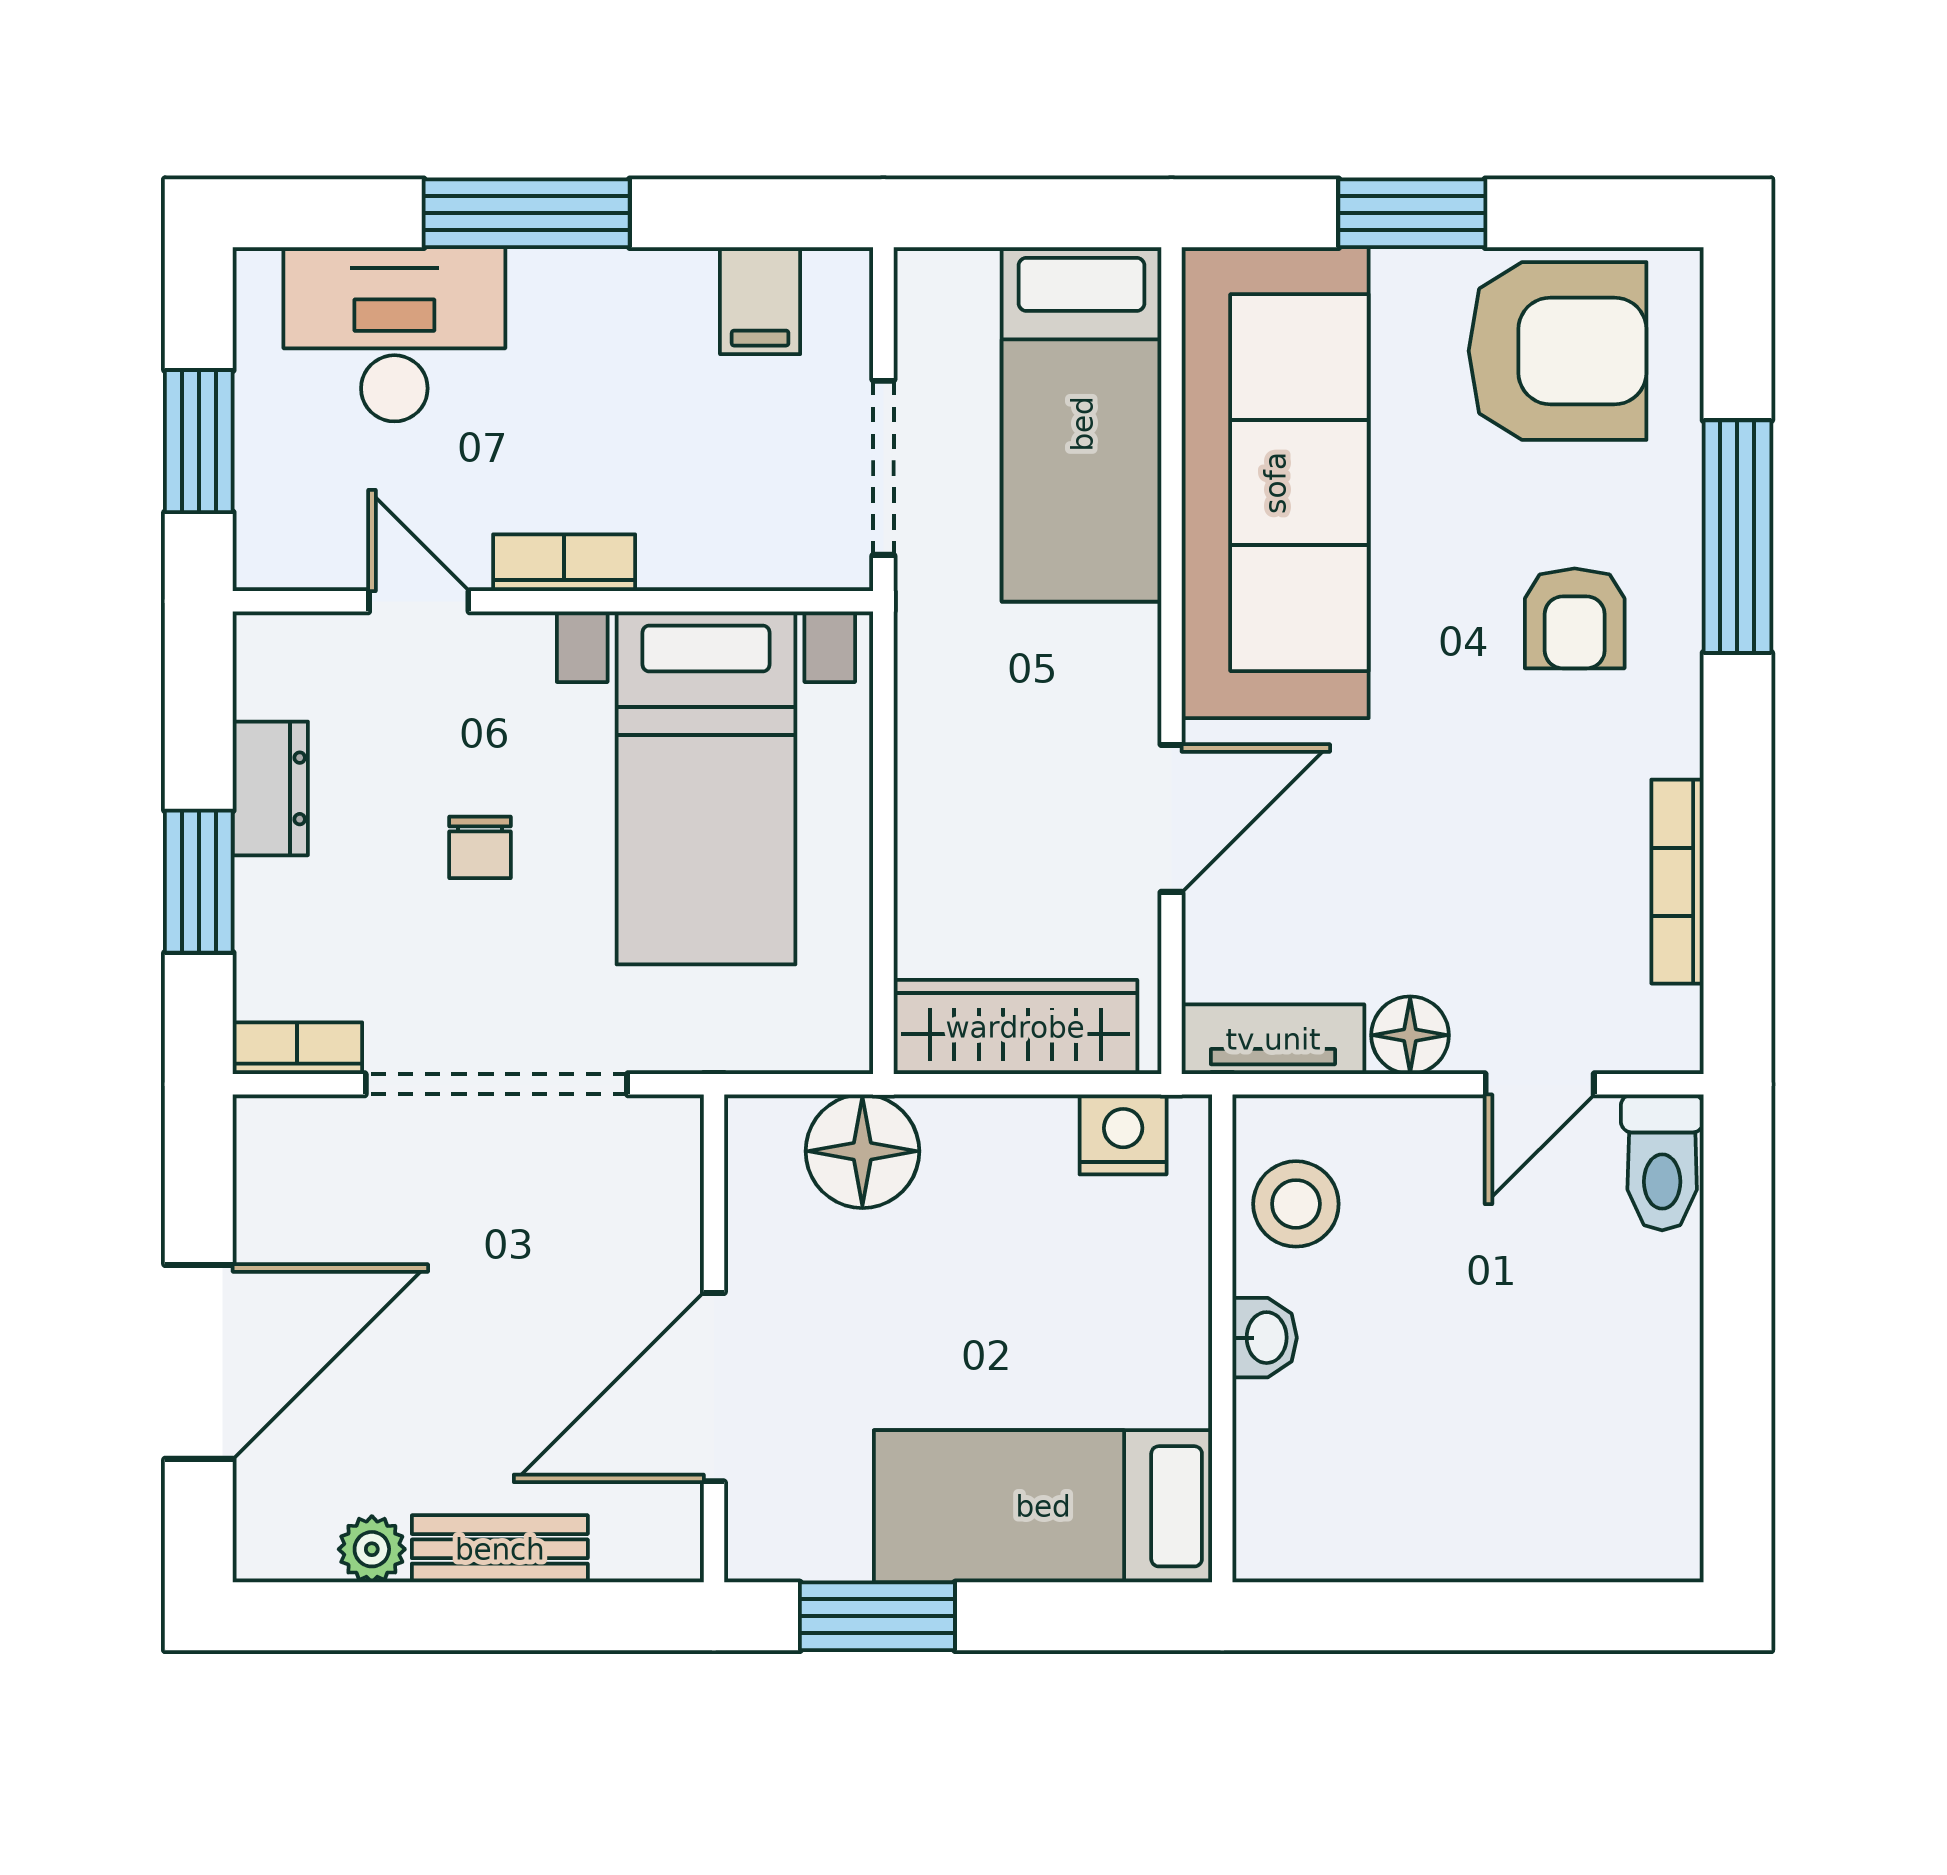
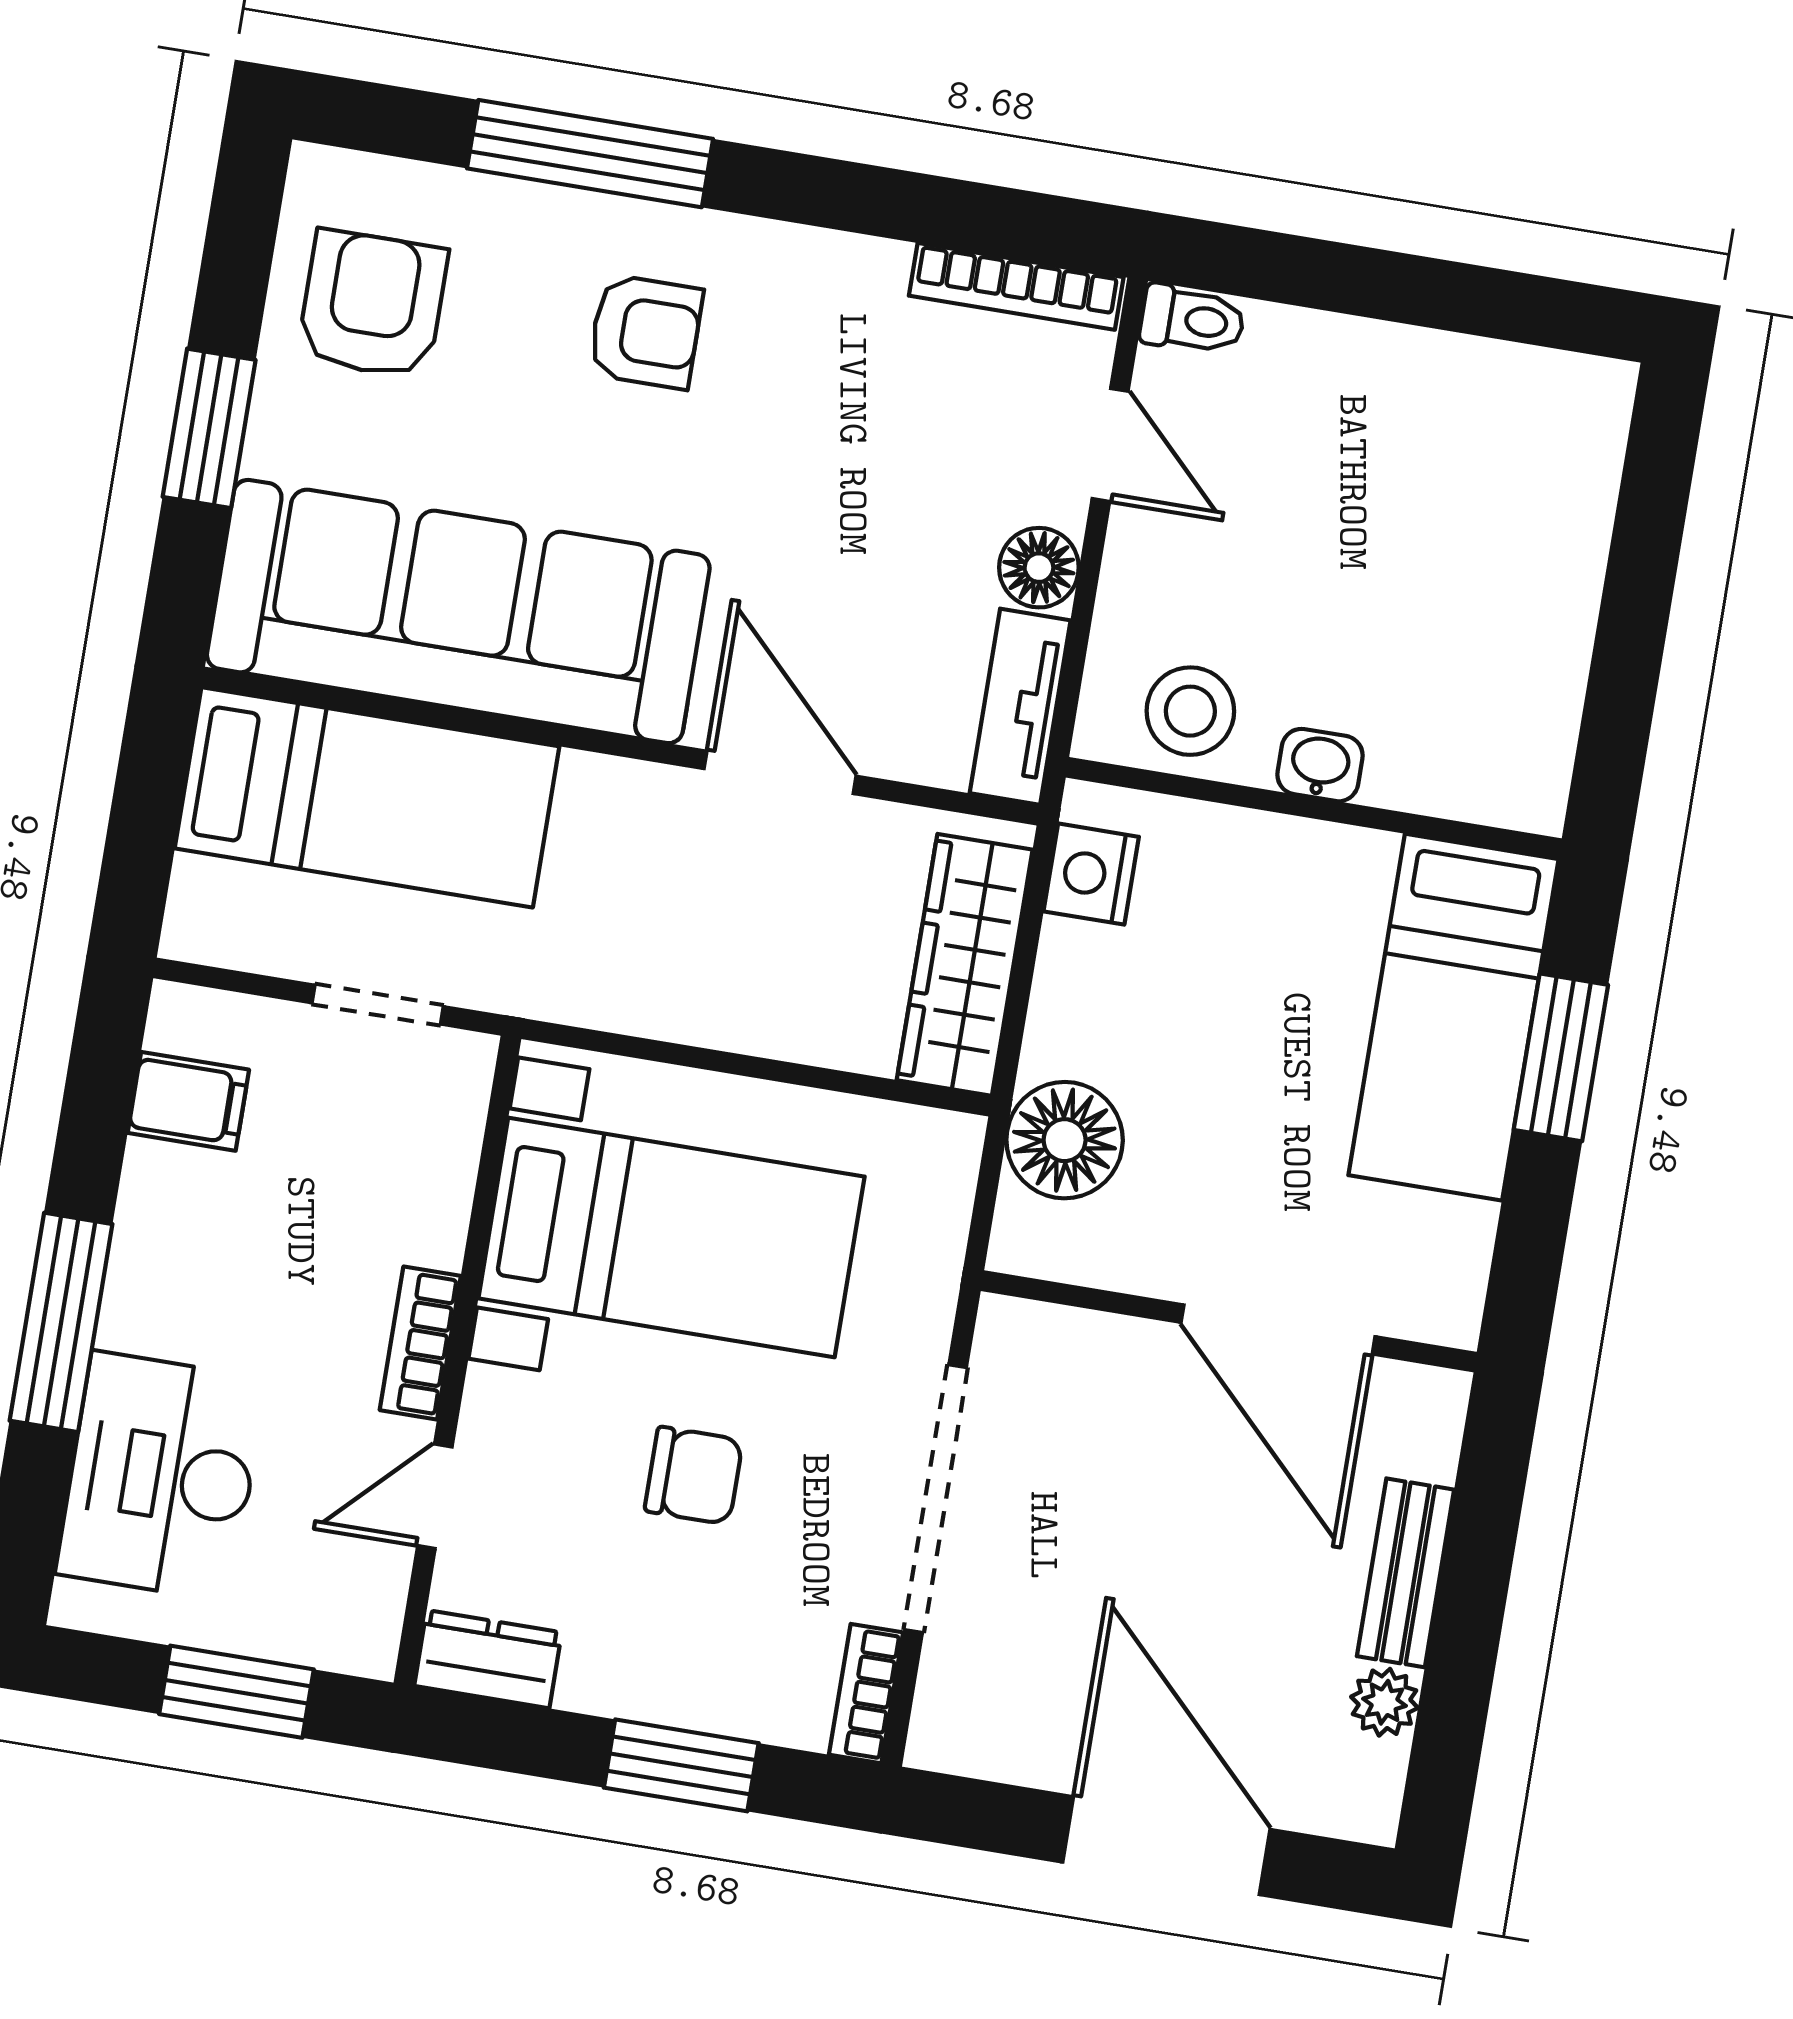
armchair: (1557, 351) -> (373, 304), width x0.73, depth x0.73
doorway: (883, 468) -> (378, 1005), width x0.73
dresser: (270, 788) -> (488, 1659), moved
chair: (480, 847) -> (694, 1476), width x1.37, depth x1.37
bookcase: (1677, 882) -> (1016, 286), moved
toilet: (1662, 1162) -> (1192, 320), width x0.73, depth x0.72
window: (877, 1616) -> (1561, 1057), moved

